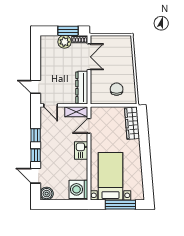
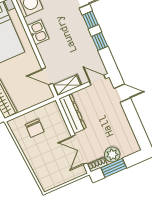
door: (89, 126) -> (47, 76), swing flipped
kitchen sink: (81, 150) -> (38, 32), moved

